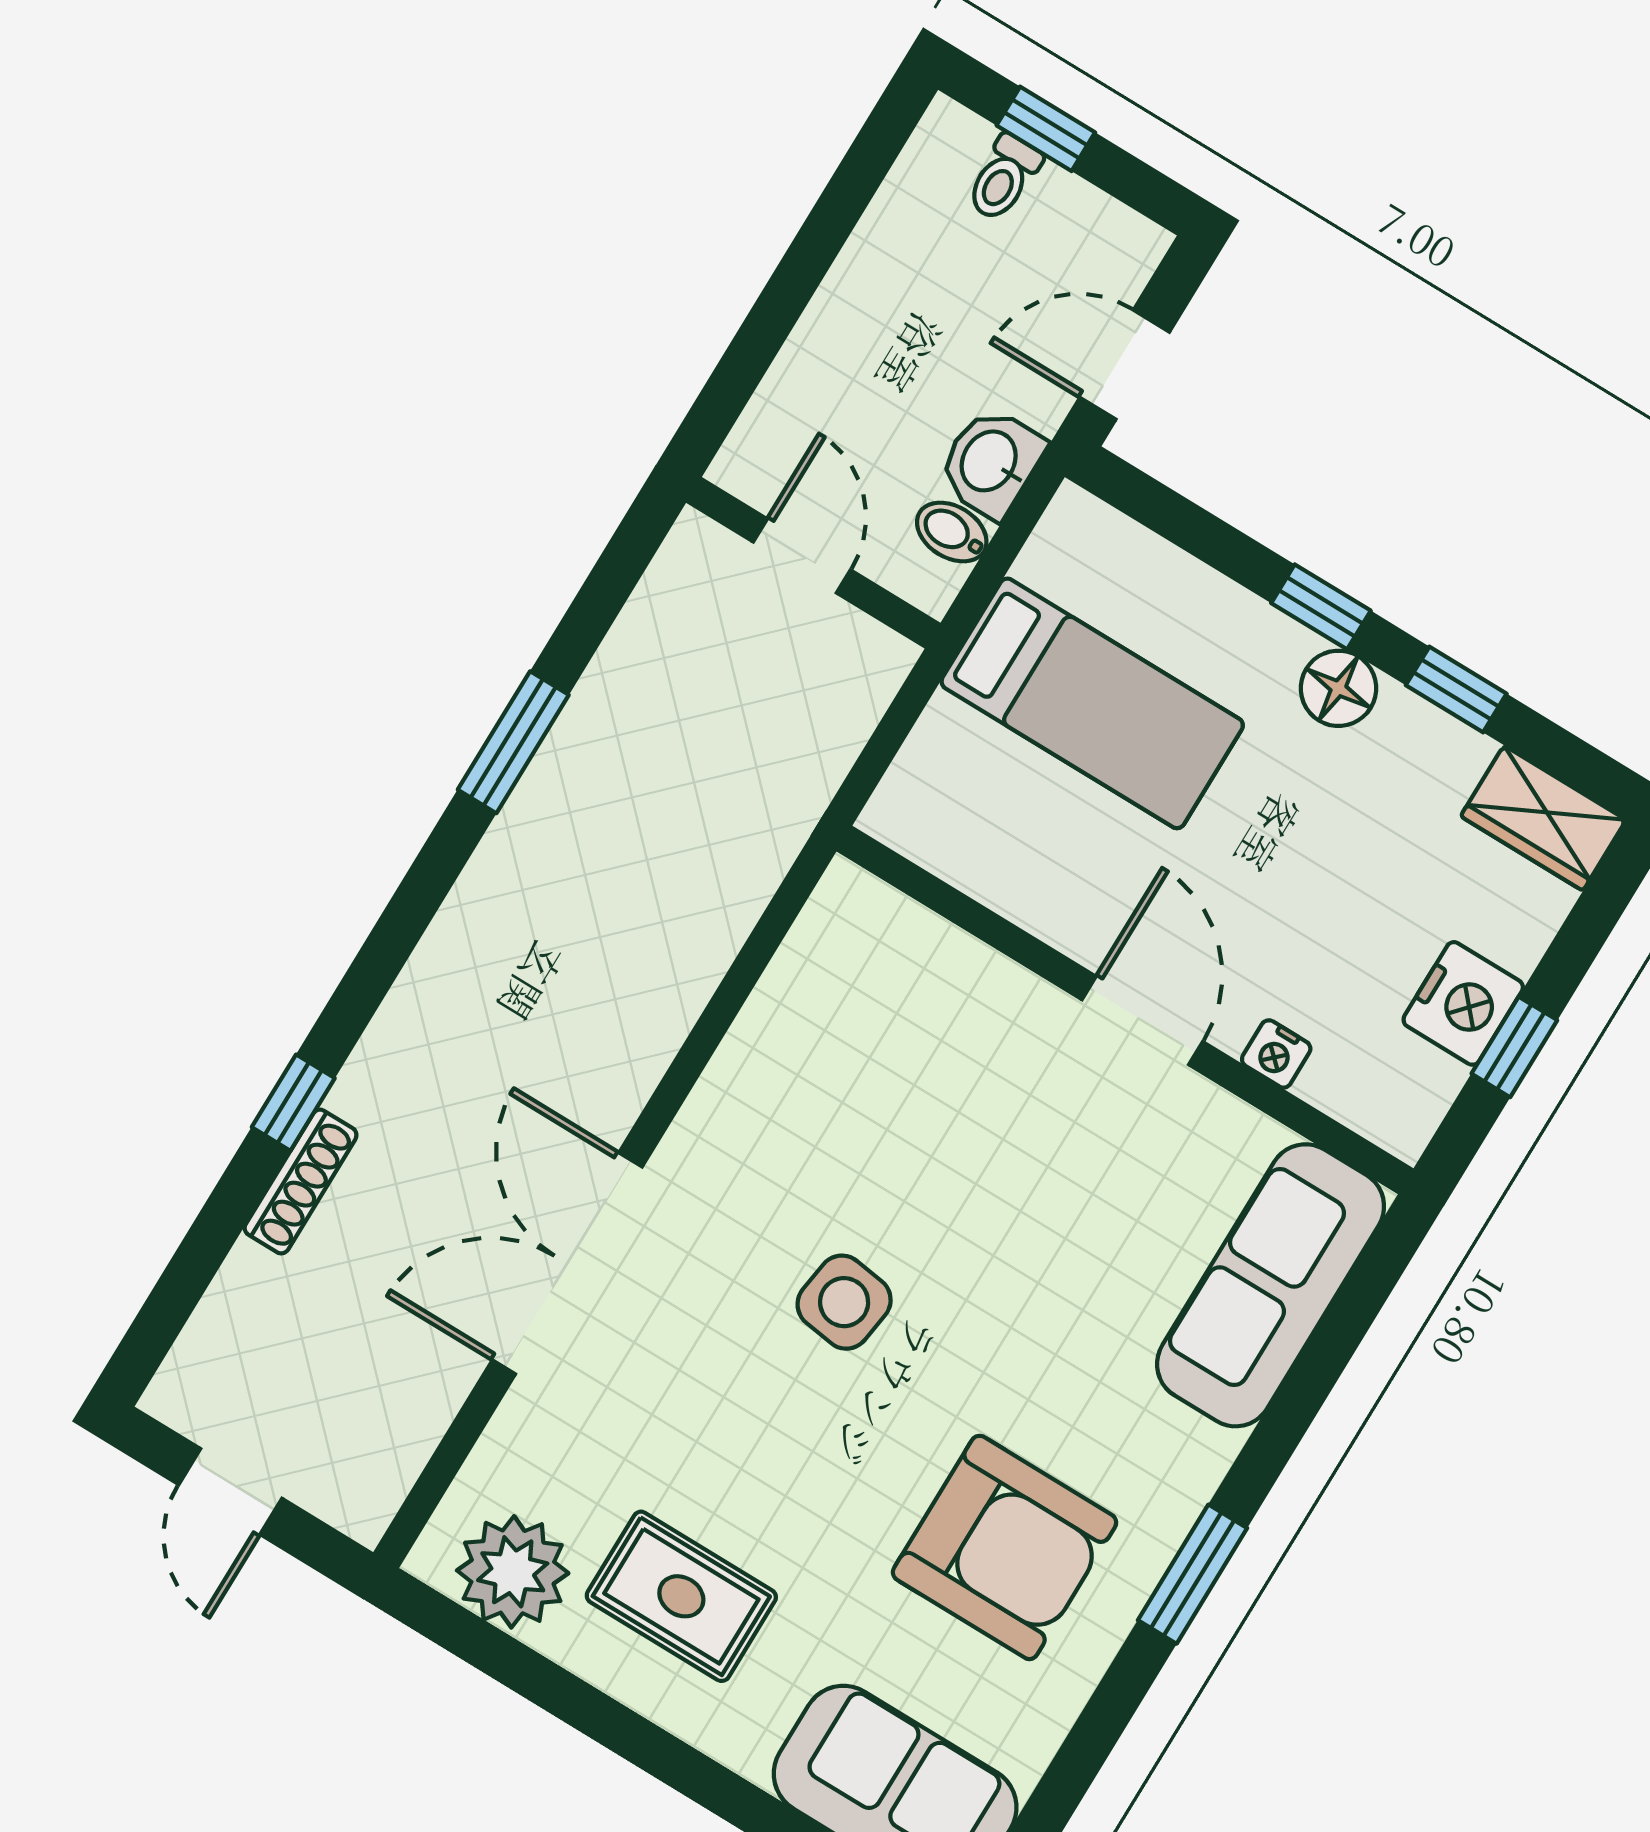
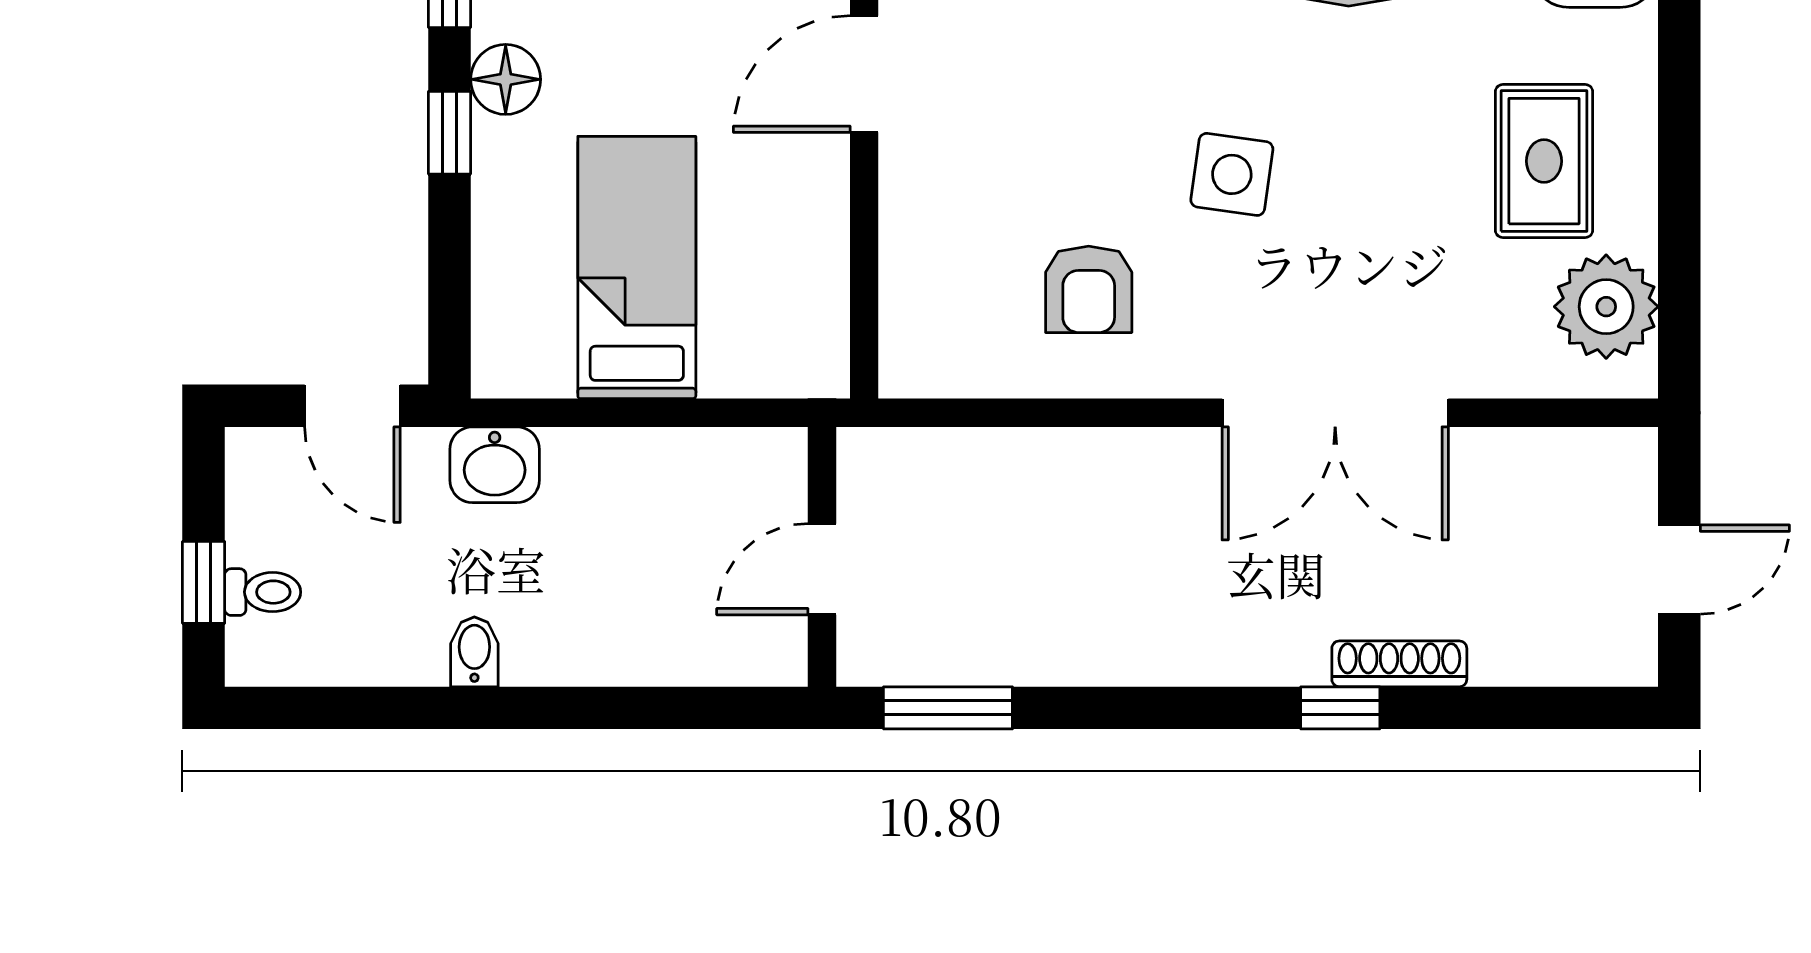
bidet: (952, 532) -> (474, 652), moved, turned 180
door: (802, 556) -> (822, 569), moved
wall: (813, 563) -> (822, 557), moved
armchair: (819, 1106) -> (1089, 289), added

